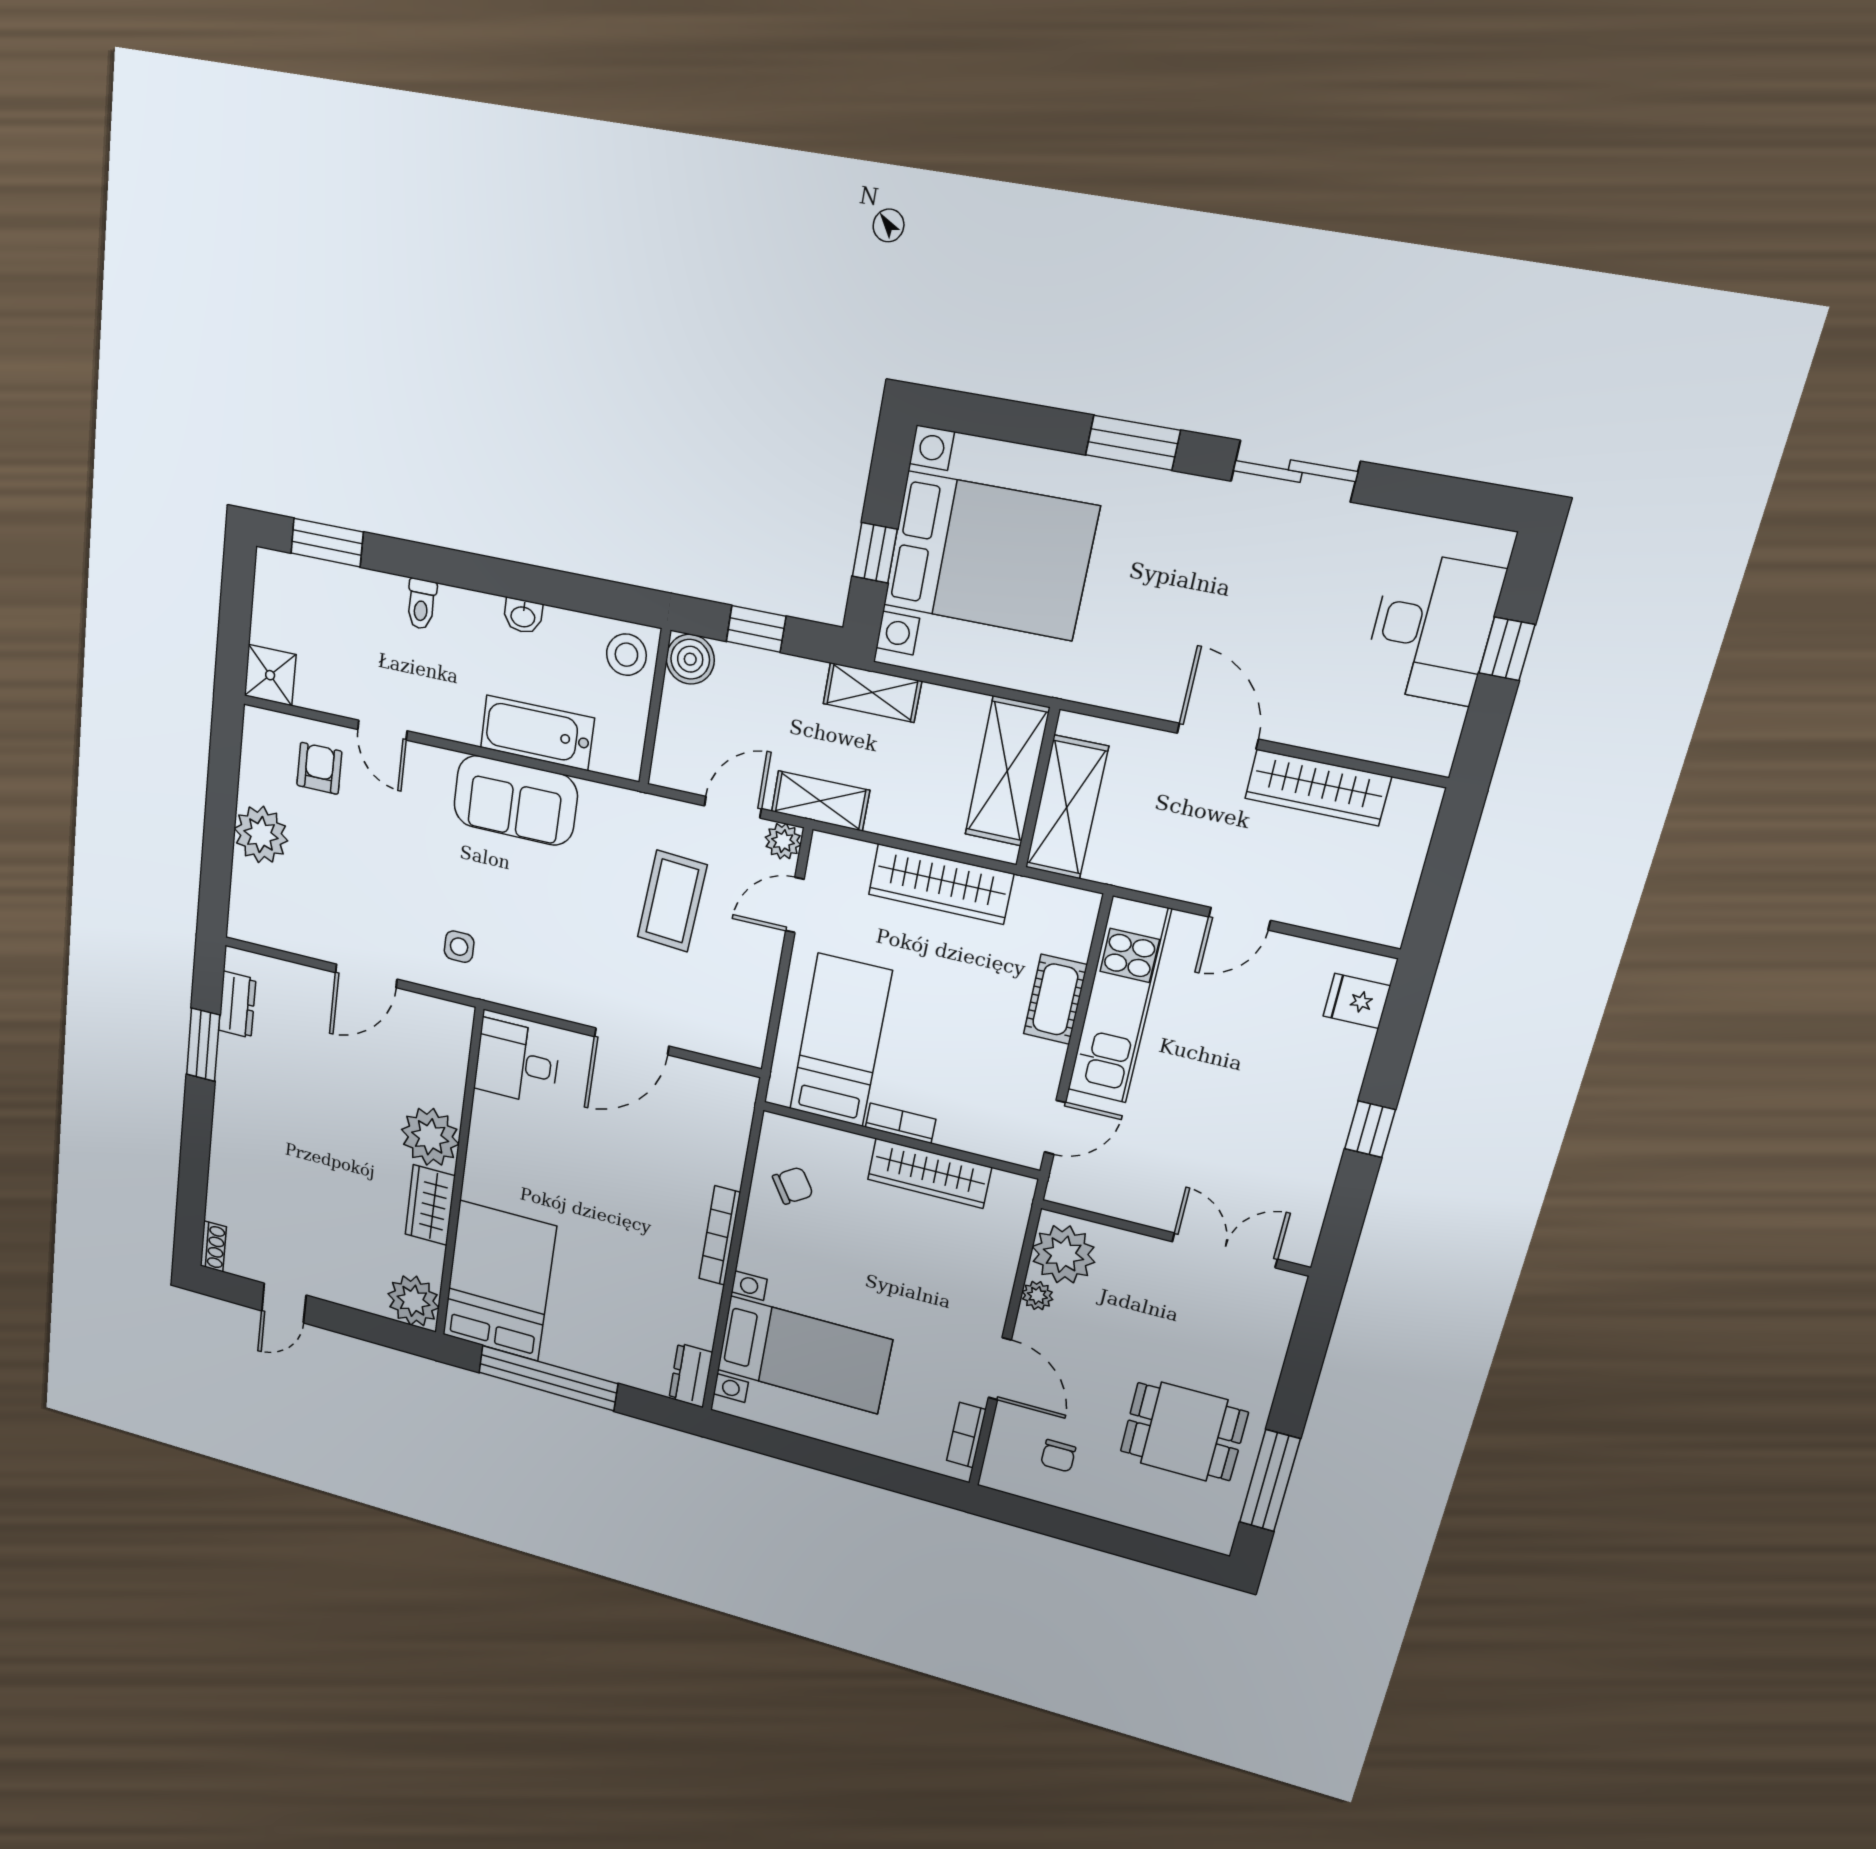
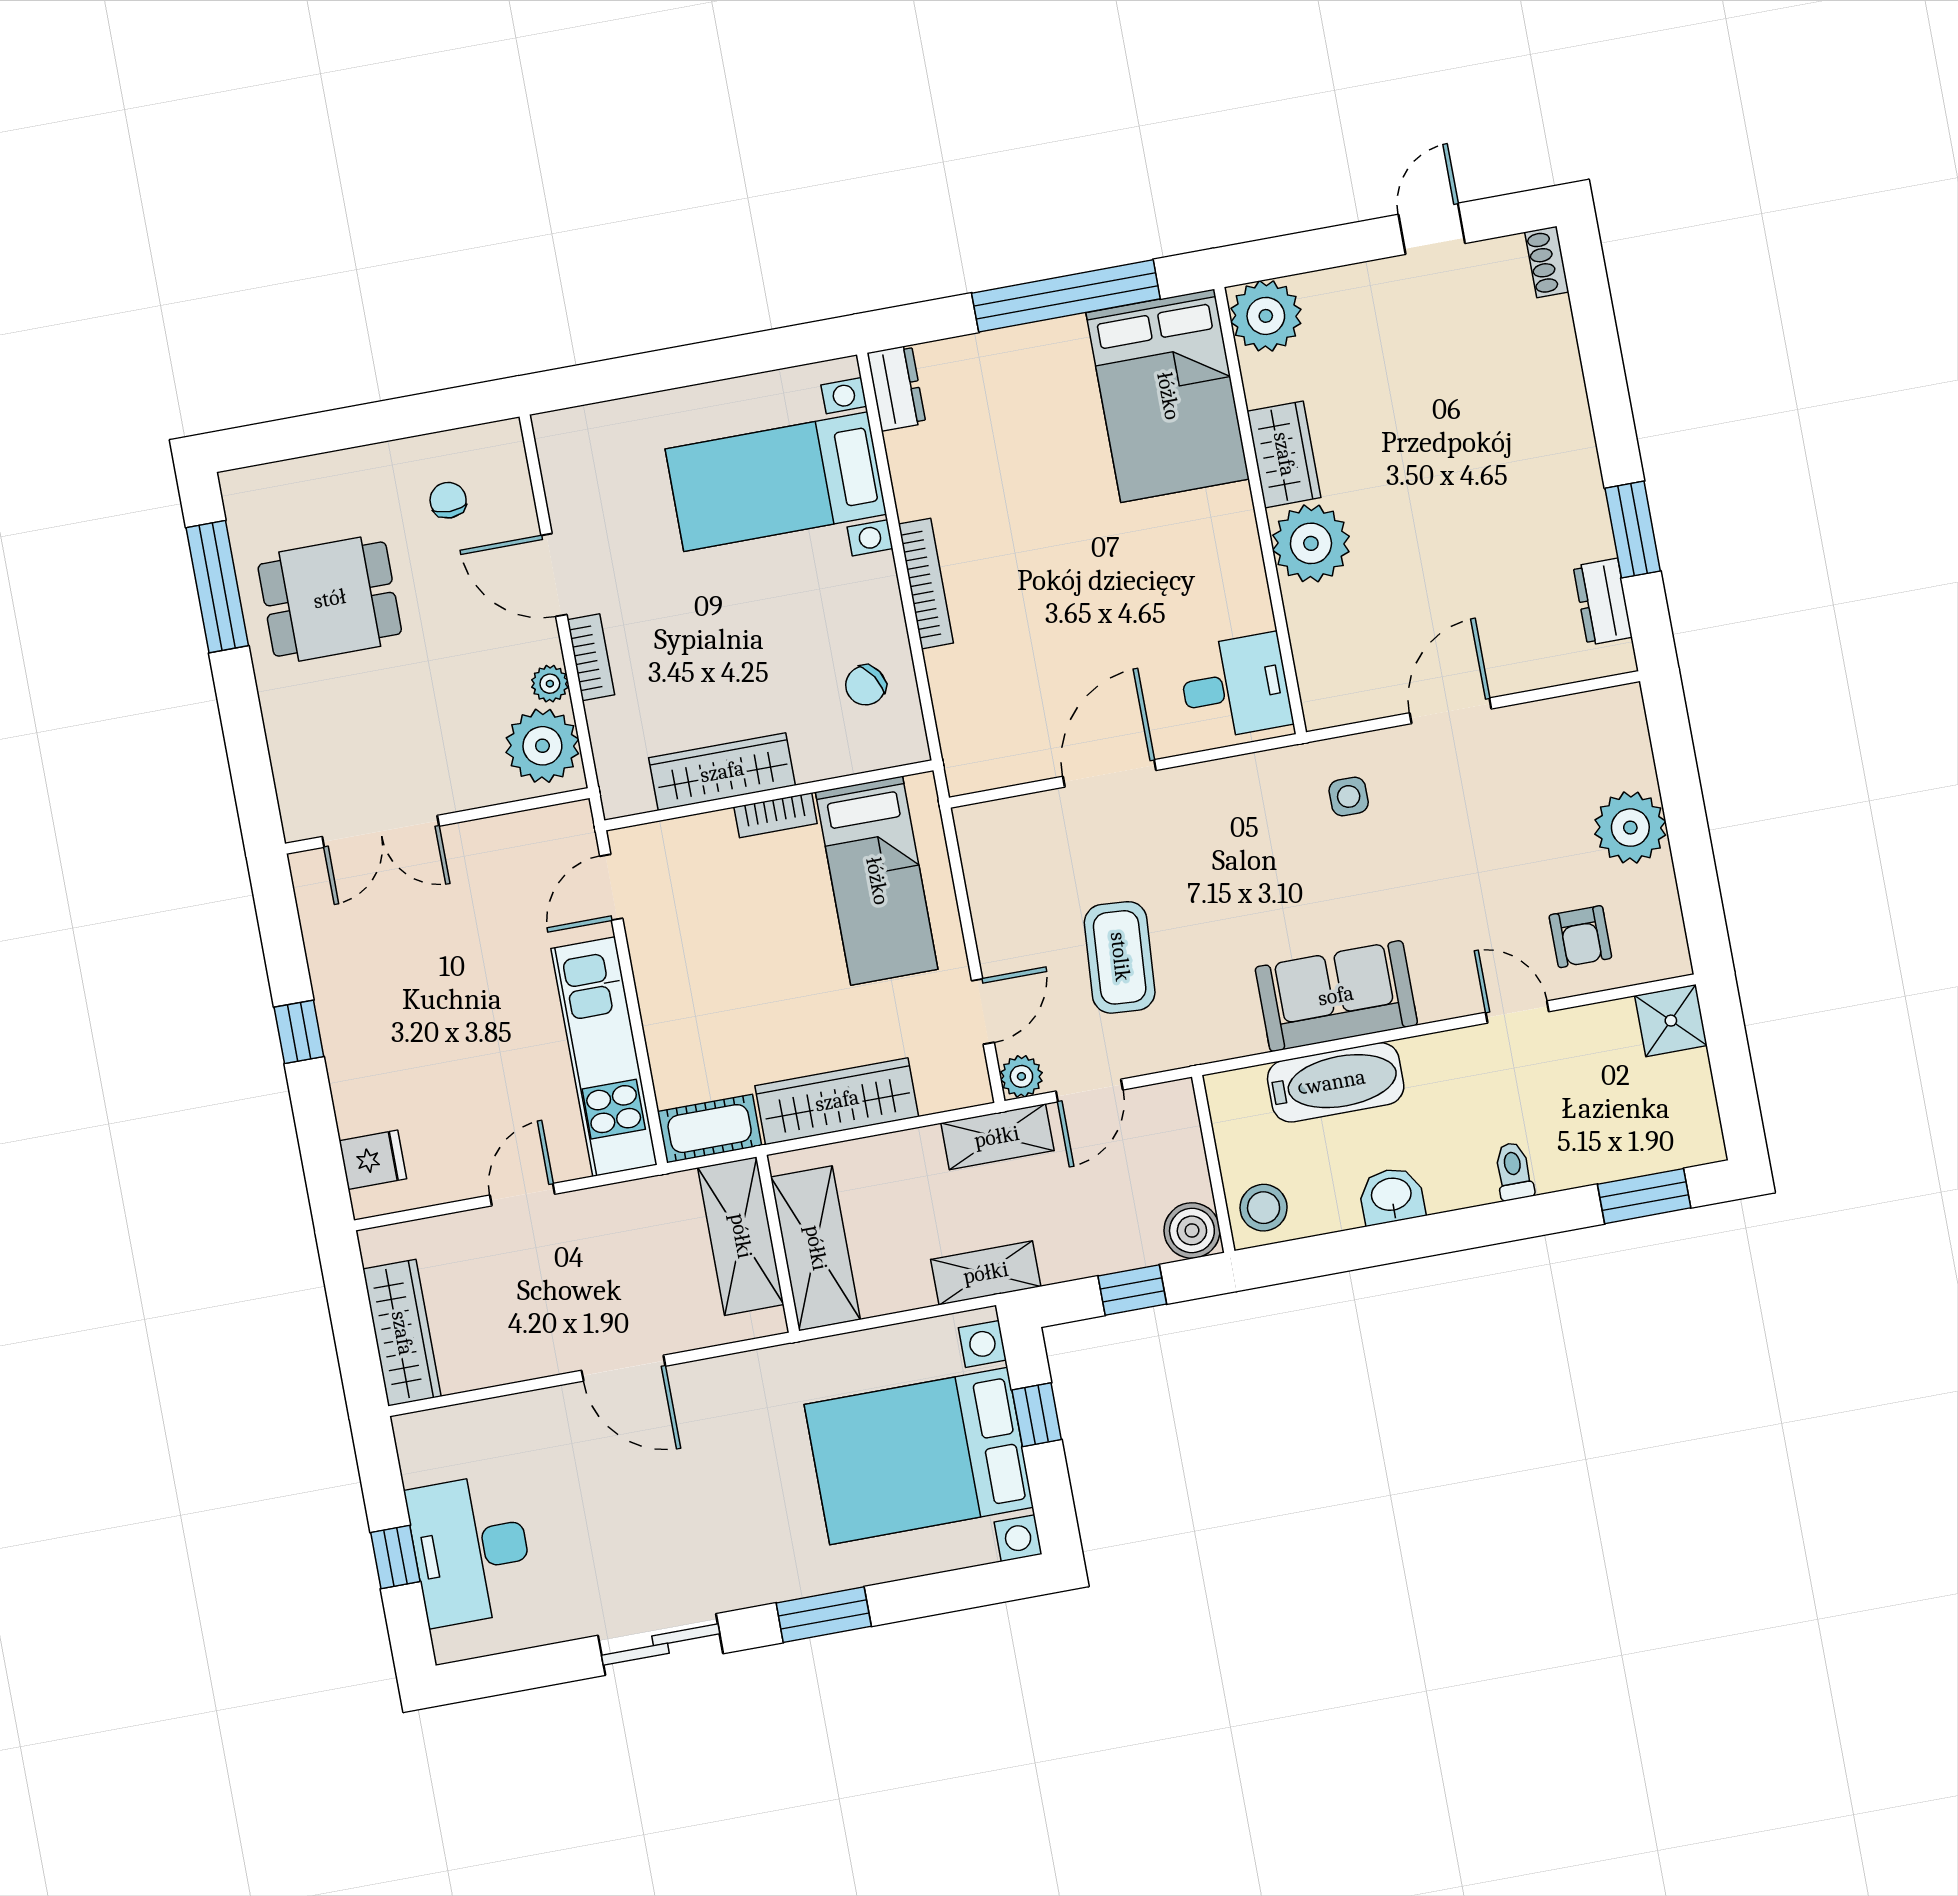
washbasin: (523, 616) -> (1392, 1196), width x1.38, depth x1.45
wardrobe: (1318, 787) -> (402, 1333), moved, turned 90
cot: (1055, 999) -> (710, 1129), moved, turned 90
bookcase: (966, 1435) -> (591, 657), moved

